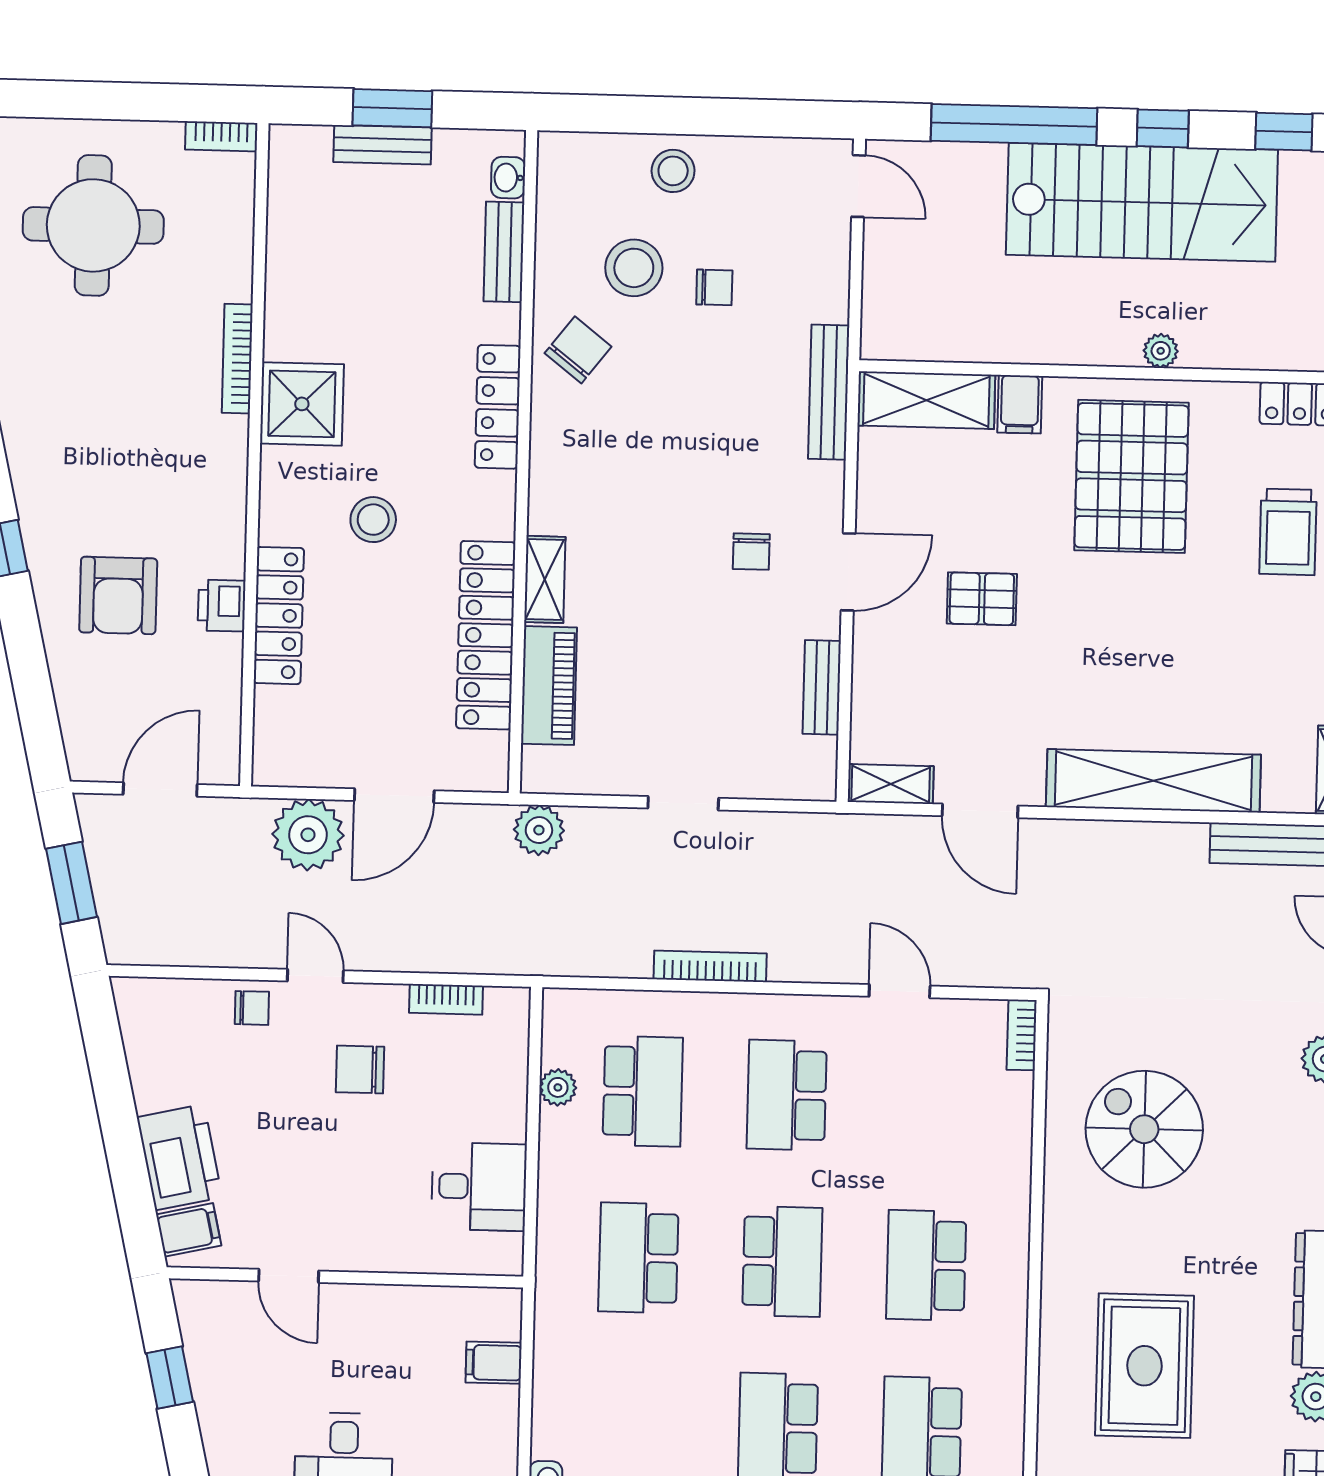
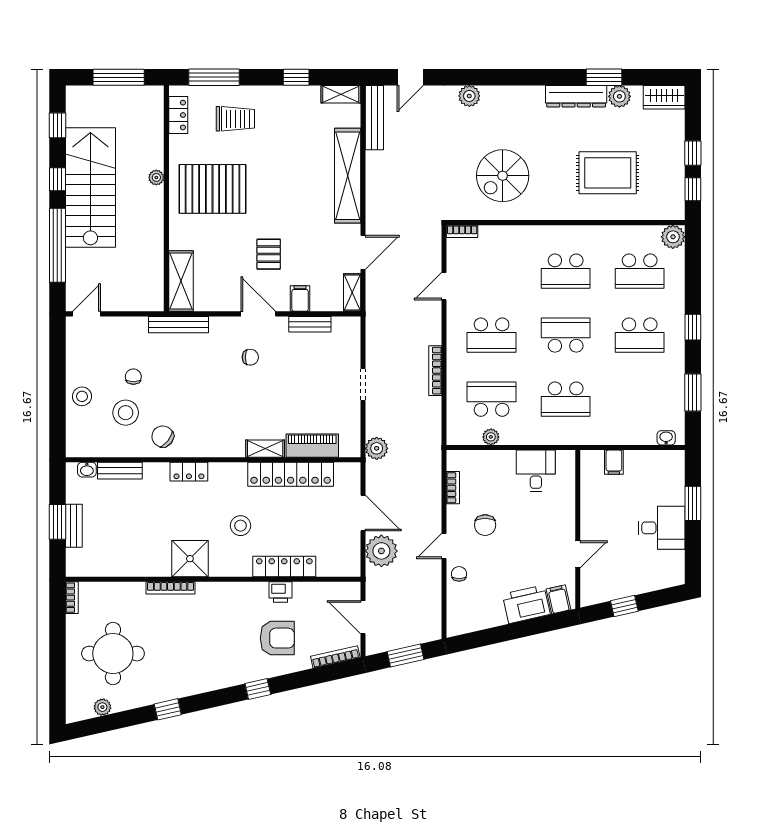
filing cabinet: (1020, 404) -> (300, 299), moved, turned -90
locker: (498, 407) -> (189, 472), width x0.66
bookcase: (73, 725) -> (335, 657), added

